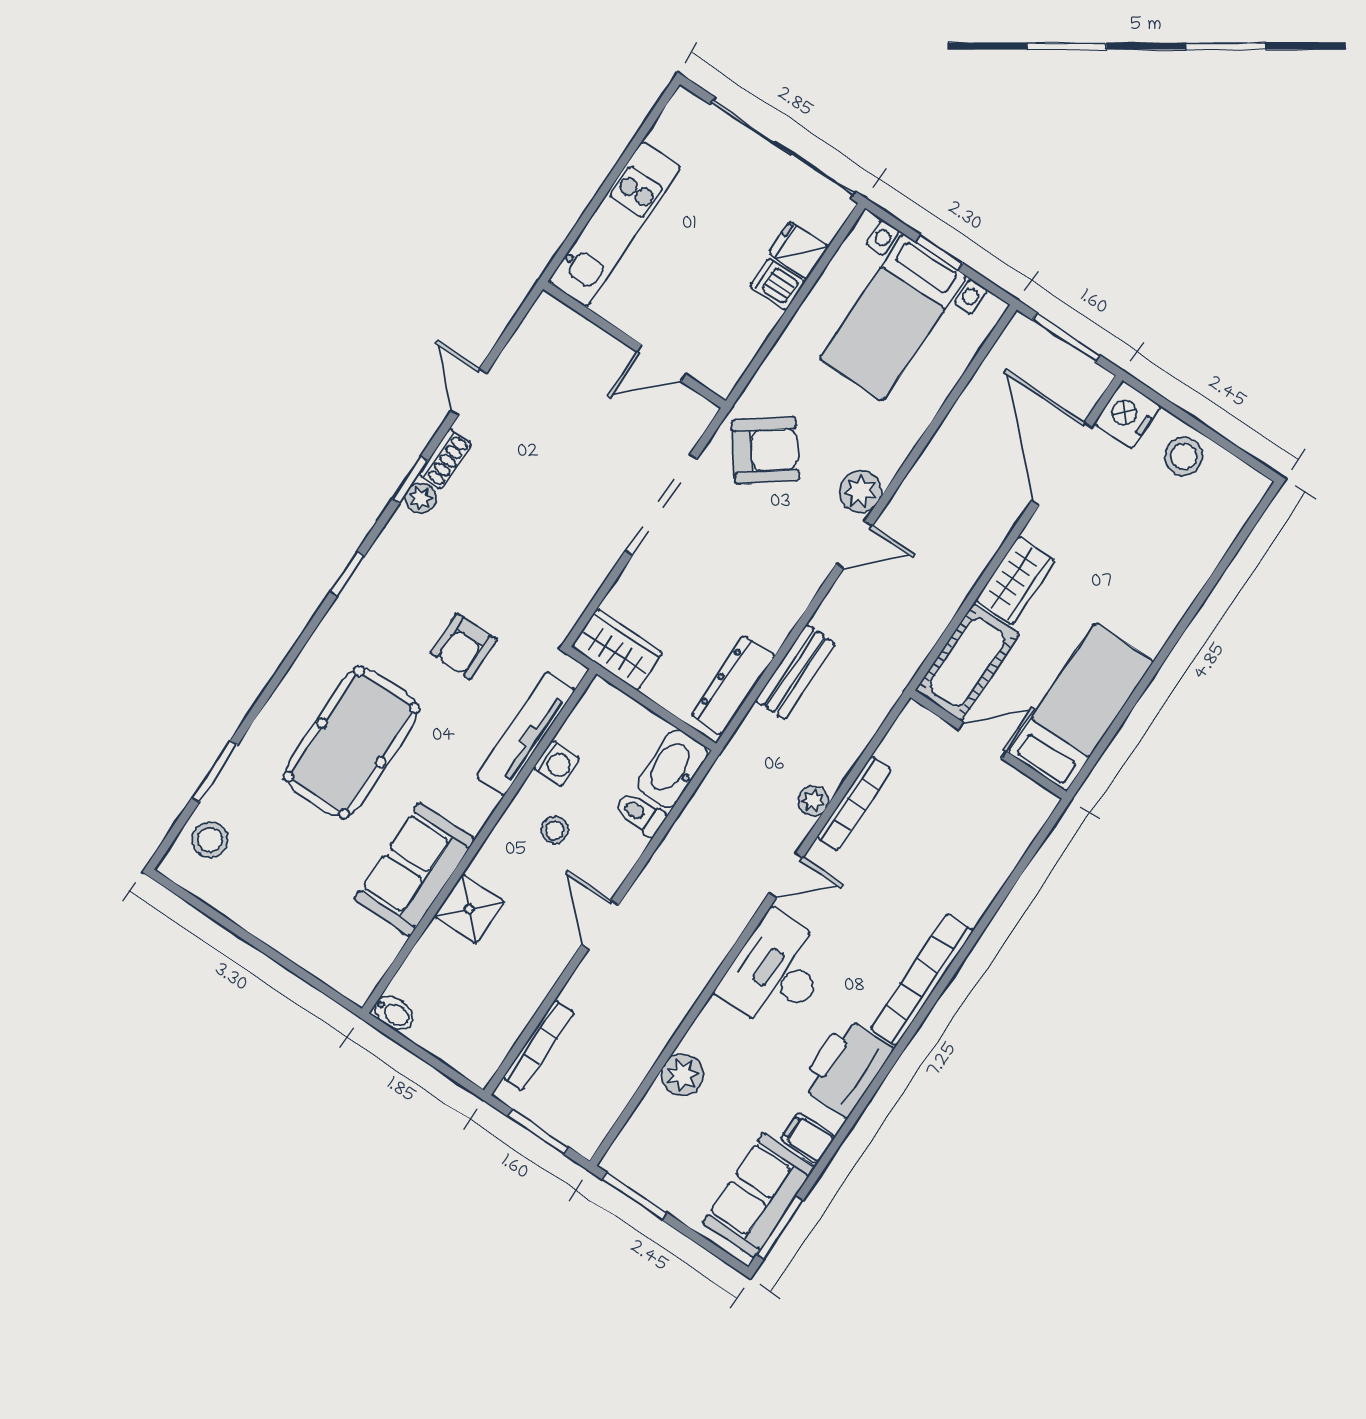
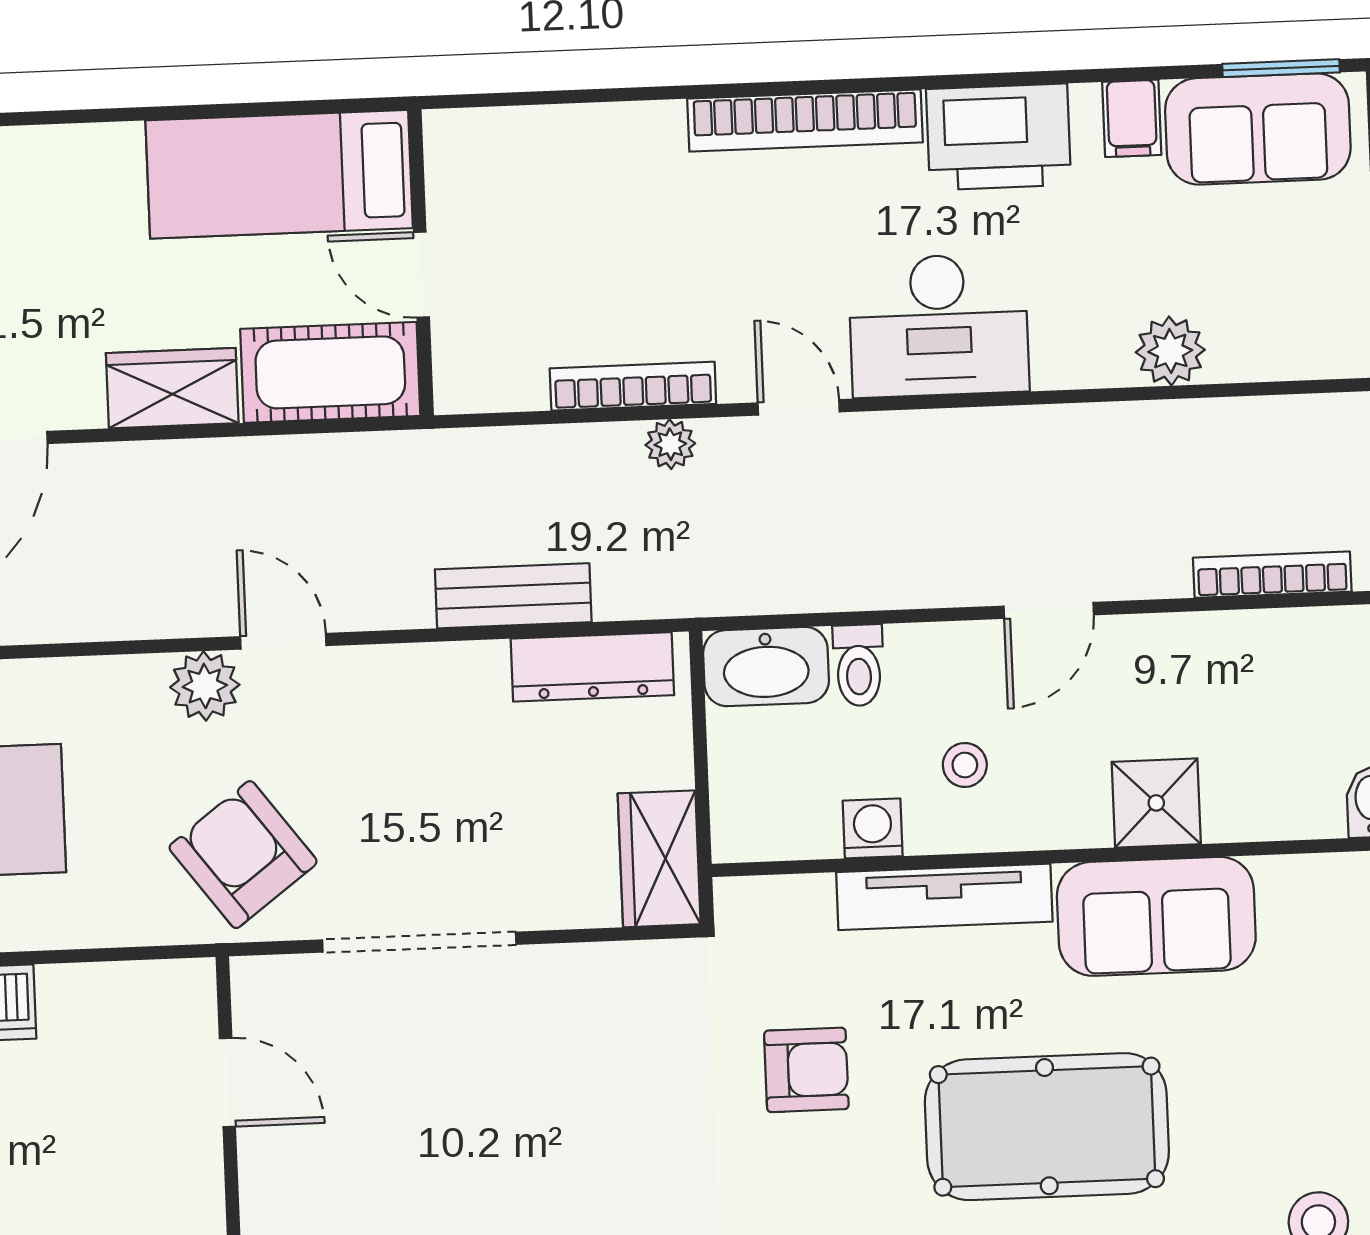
tv unit: (526, 733) -> (944, 897), moved

